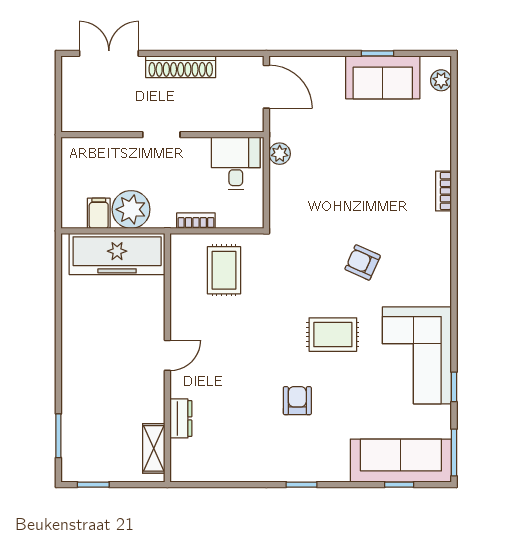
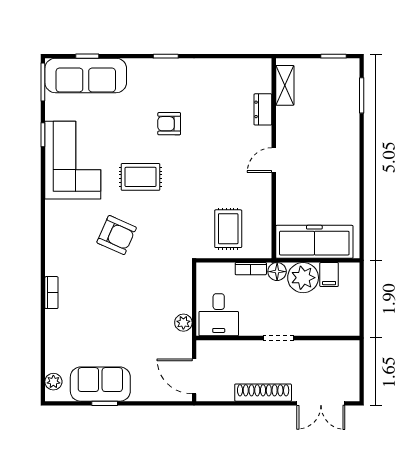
floor lamp: (163, 217) -> (277, 272), added
armchair: (363, 262) -> (117, 235), width x1.38, depth x1.38
armchair: (297, 401) -> (169, 124), turned 90

